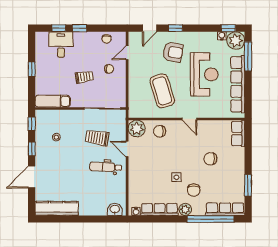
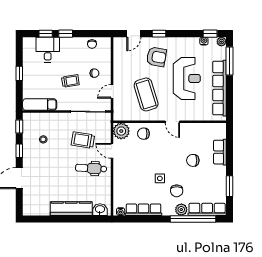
plant: (236, 41) -> (221, 42), width x0.53, depth x0.53
door: (127, 53) -> (112, 91), moved
row of seats: (238, 134) -> (220, 152), moved
kitchen counter: (57, 208) -> (71, 209), moved
plant: (185, 209) -> (181, 210), moved

